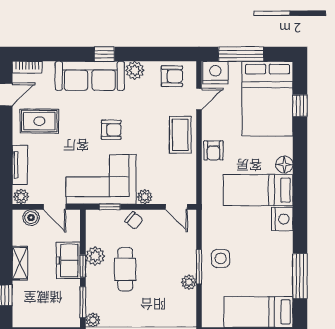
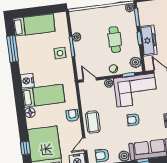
plant: (95, 256) -> (135, 62), moved
freezer: (68, 260) -> (148, 40), width x1.40

